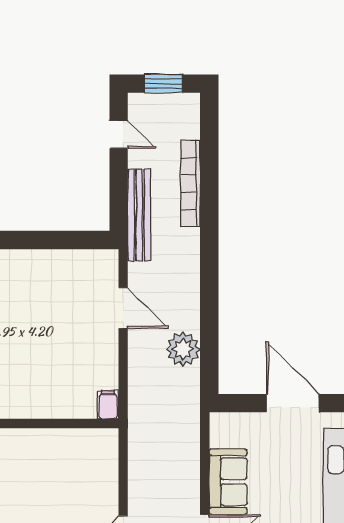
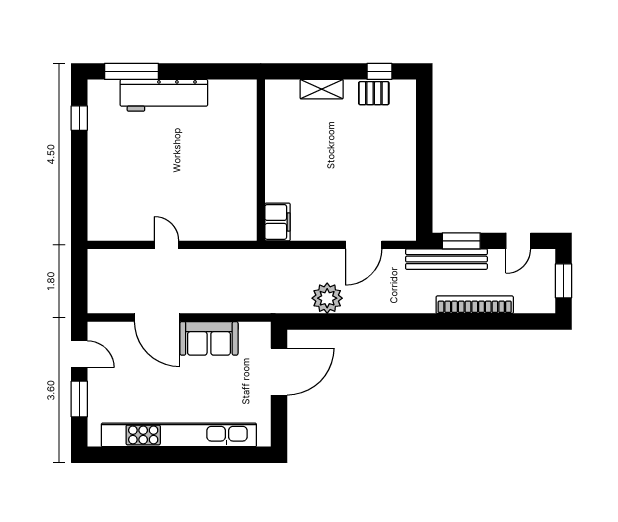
window: (119, 198) -> (461, 241), added
door: (293, 403) -> (279, 372), moved
filing cabinet: (108, 405) -> (277, 222), width x2.00

